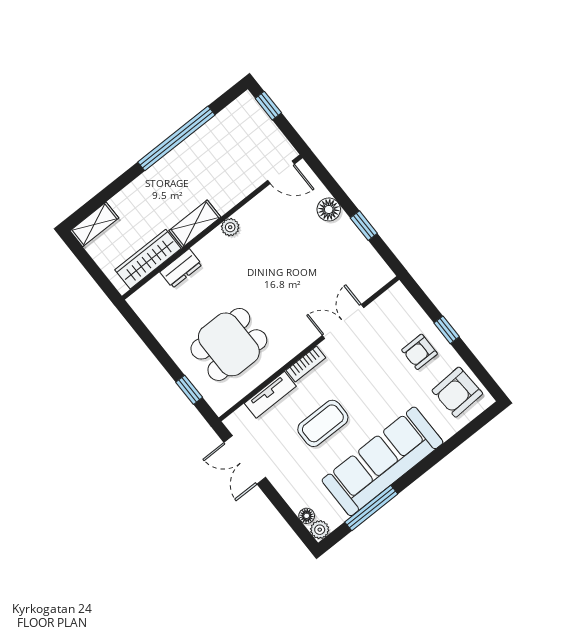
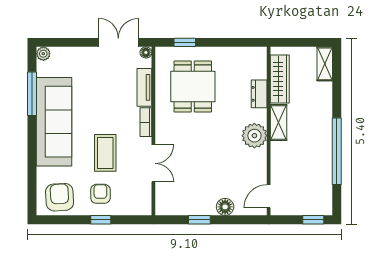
plant: (230, 227) -> (254, 136), width x1.88, depth x1.88
coffee table: (323, 423) -> (105, 153), moved
floor lamp: (307, 516) -> (146, 52), moved

